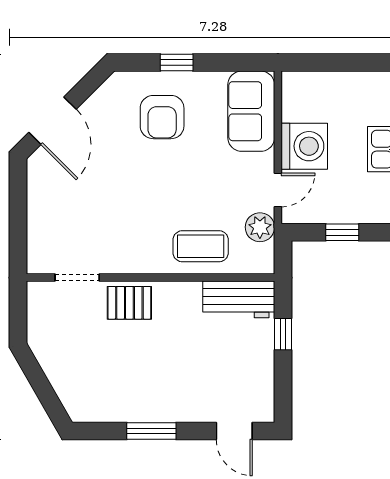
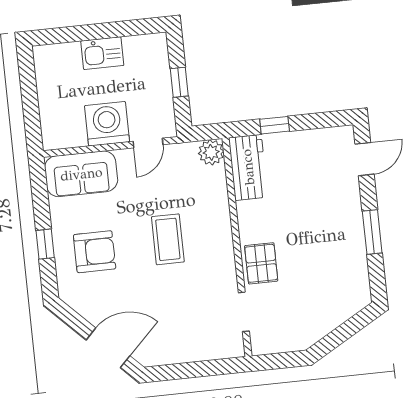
door: (278, 190) -> (148, 143), swing flipped
plant: (260, 227) -> (211, 152), moved
coffee table: (201, 246) -> (168, 239), moved

